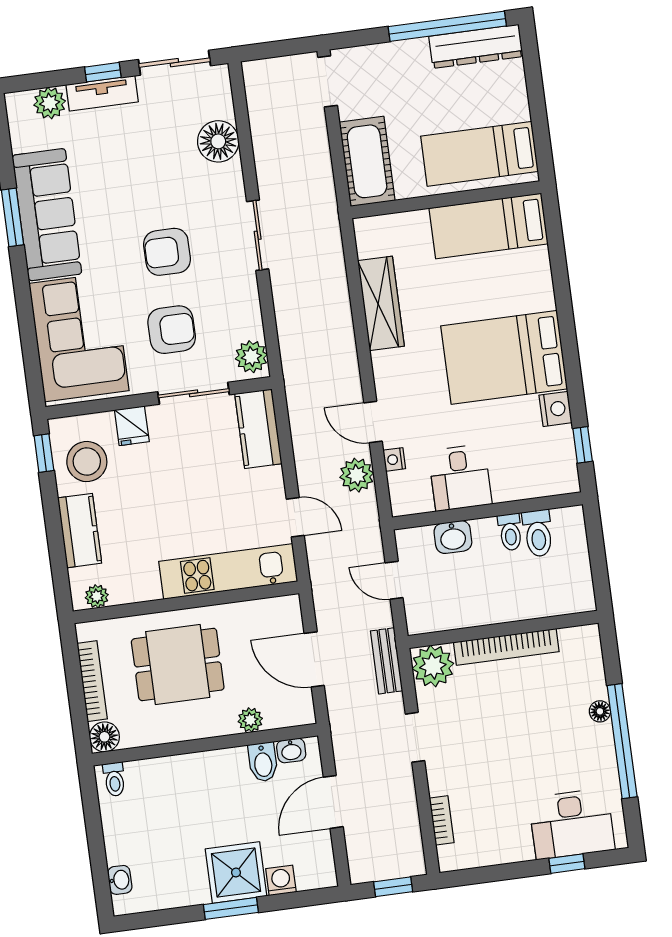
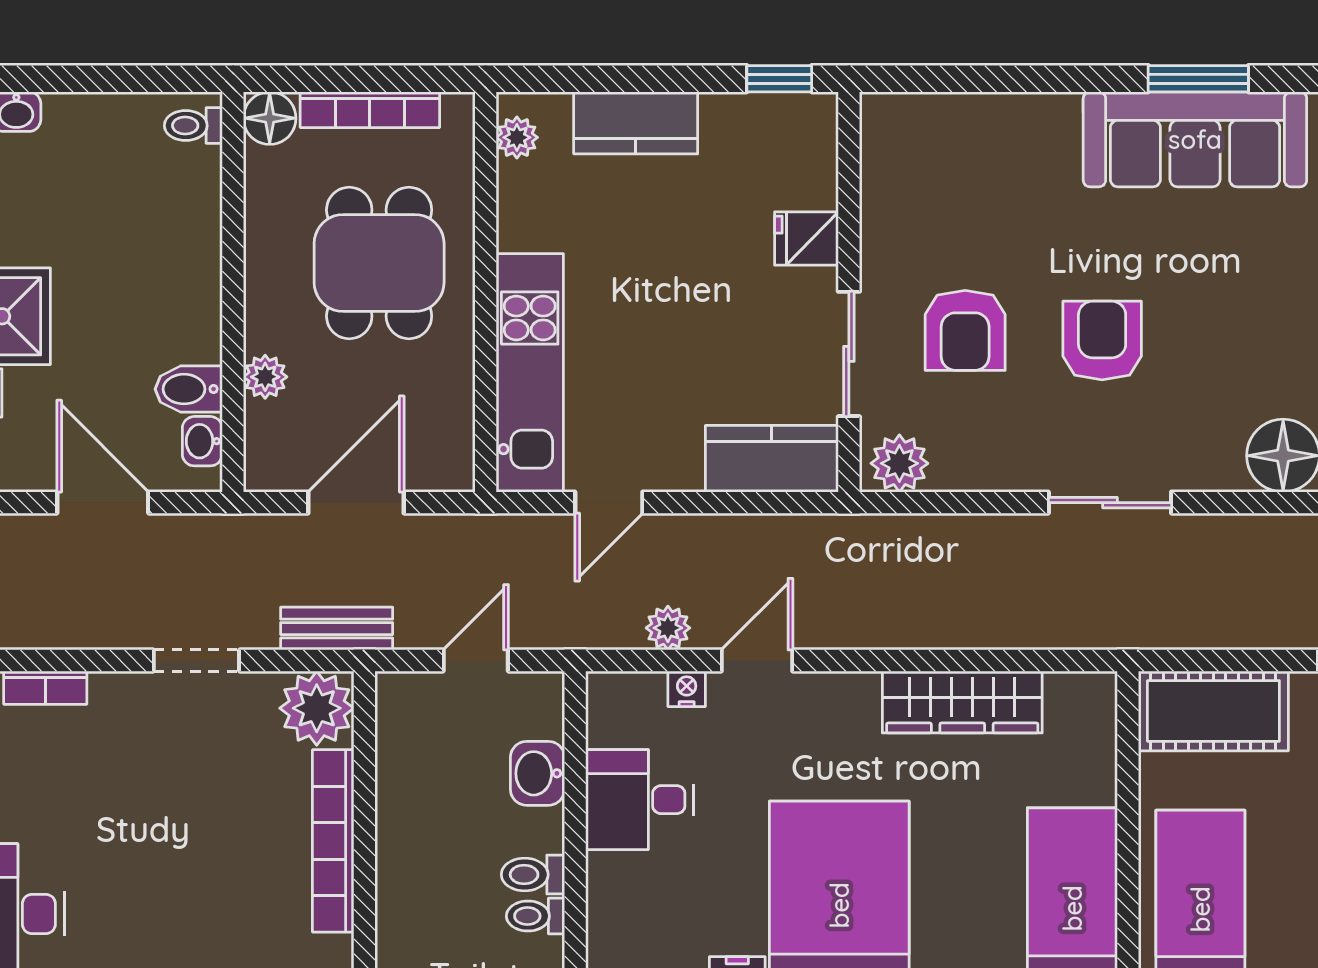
corner sofa: (79, 337) -> (974, 167), removed
stool: (87, 462) -> (755, 152), removed
plant: (357, 475) -> (668, 628), width x0.73, depth x0.73
toilet: (538, 533) -> (535, 916), width x0.73, depth x0.72

